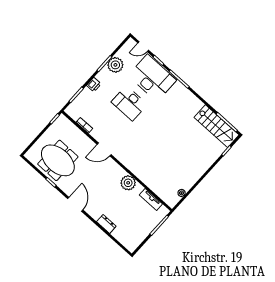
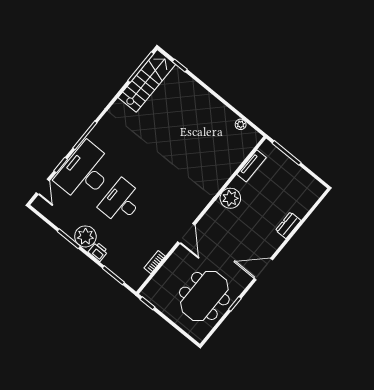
plant: (115, 65) -> (85, 236), moved
desk: (129, 103) -> (121, 202), turned 180

